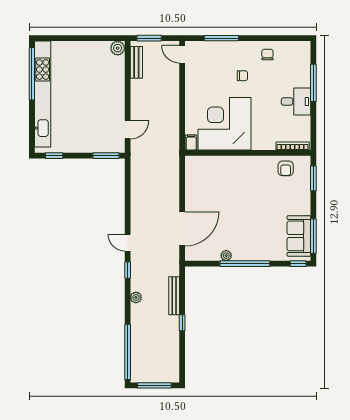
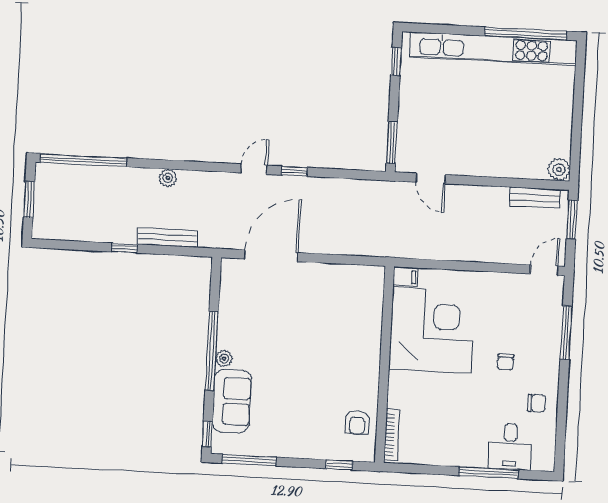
desk: (296, 101) -> (510, 447), moved
armchair: (286, 168) -> (357, 422), turned -90
window: (313, 178) -> (339, 465), width x0.67
door: (182, 229) -> (271, 256), swing flipped
sofa: (299, 236) -> (232, 401), moved, turned 90
plant: (226, 256) -> (224, 359), moved
window: (128, 270) -> (294, 171), moved
window: (154, 385) -> (29, 199), width x0.69

